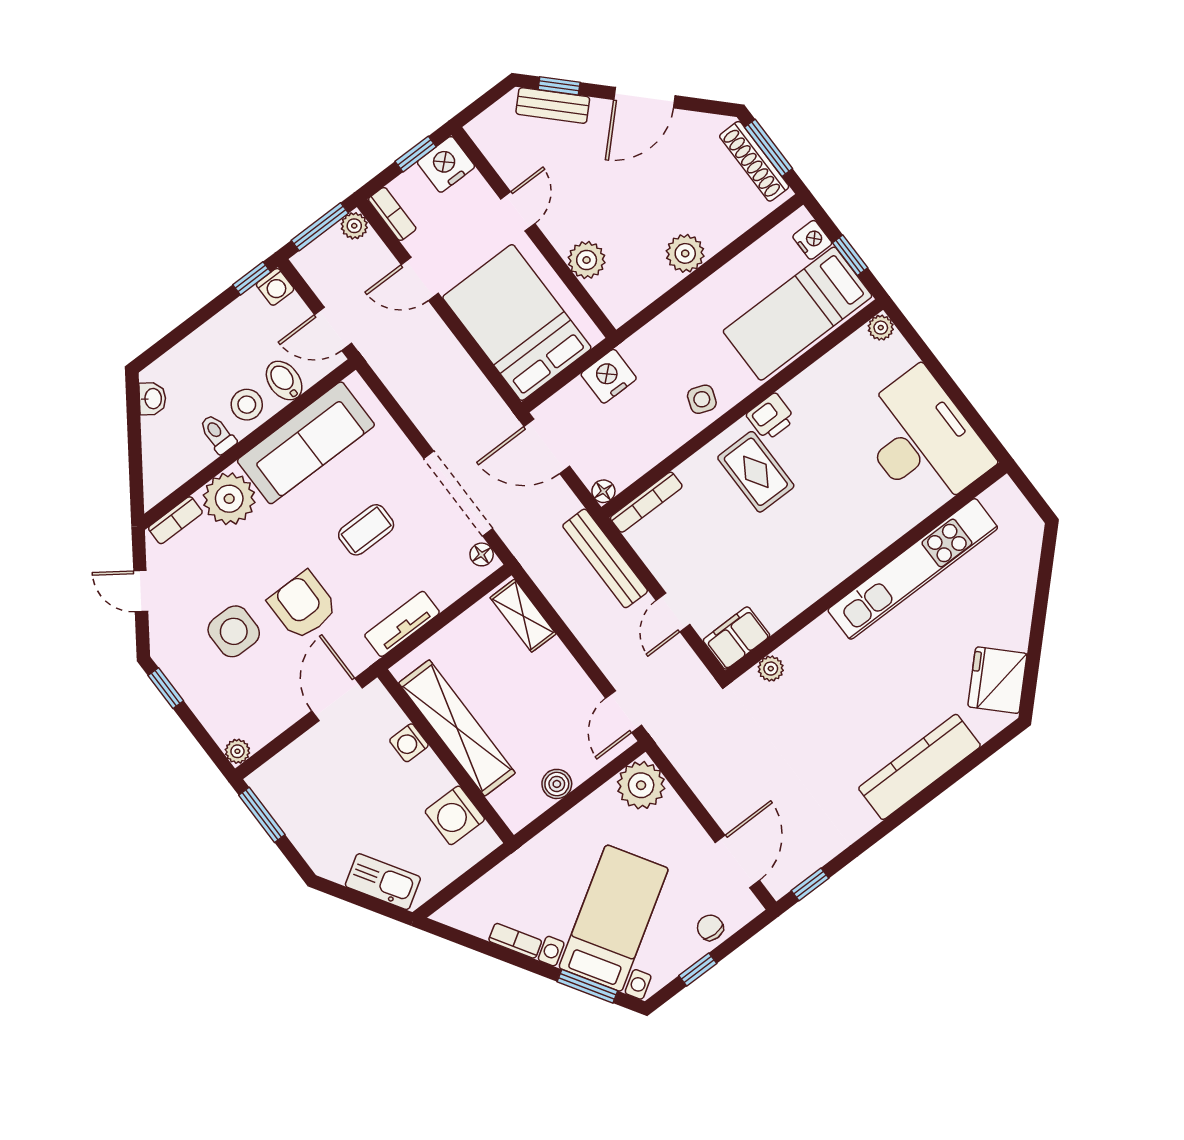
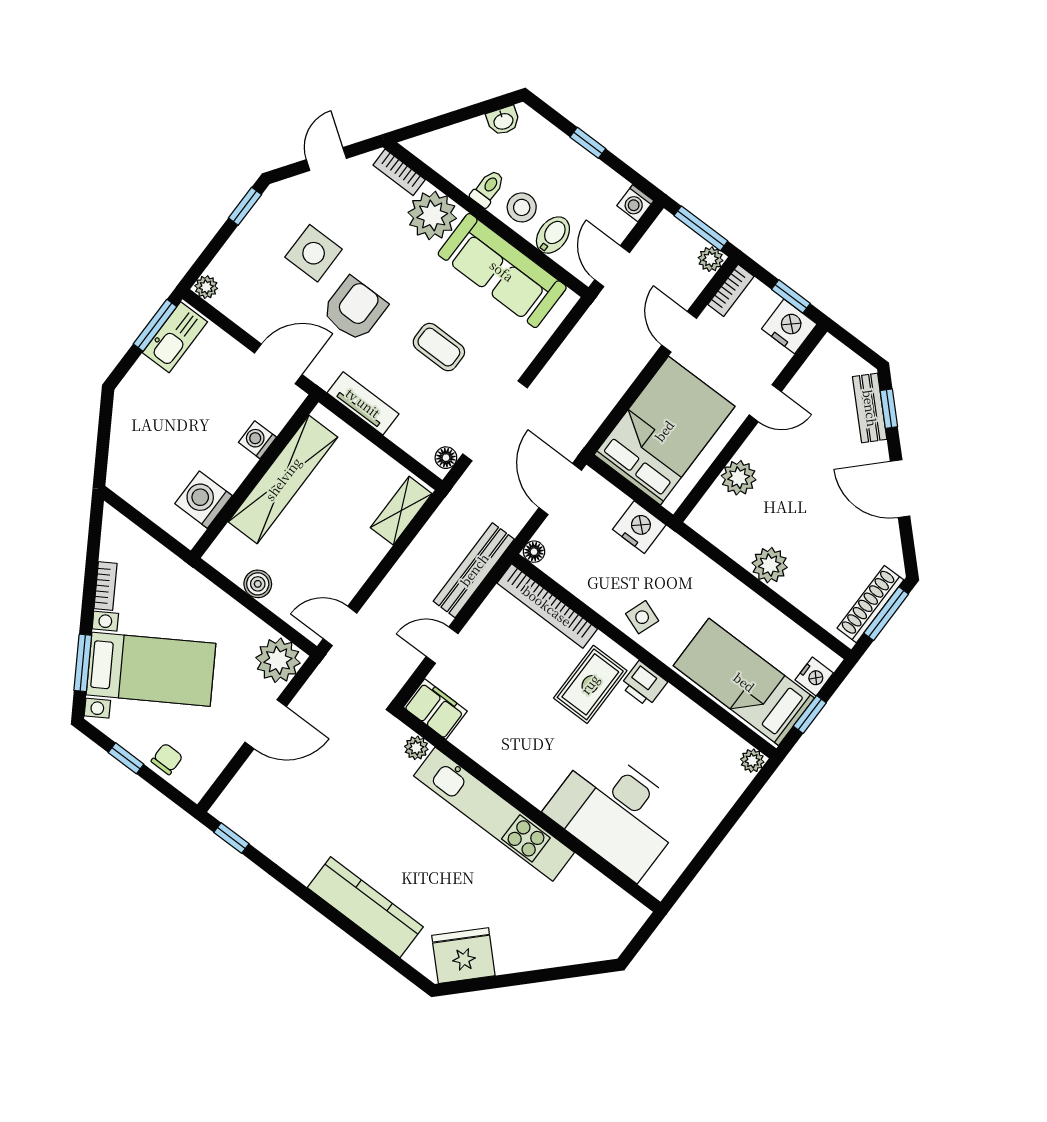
window: (252, 278) -> (588, 143), moved
desk: (922, 441) -> (616, 812), moved, turned 90
bookcase: (646, 502) -> (547, 606), width x1.48, depth x1.31
kitchen unit: (913, 569) -> (494, 814), moved
door: (737, 862) -> (266, 724), moved
kitchen sink: (383, 882) -> (175, 337), moved, turned 32

